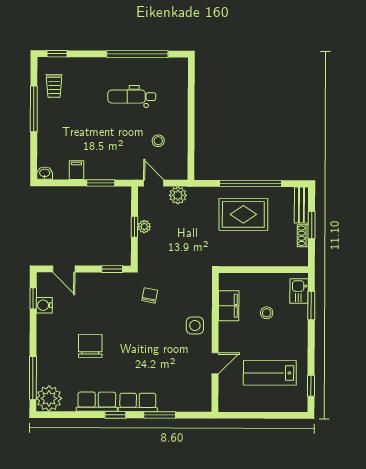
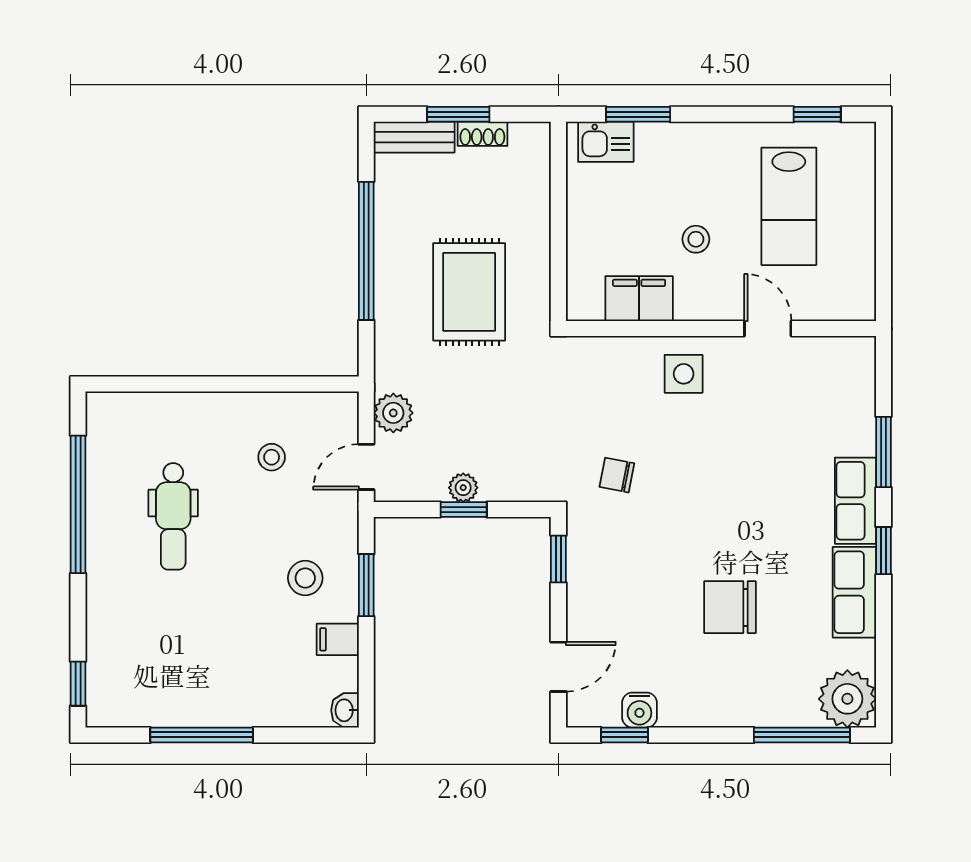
trolley: (54, 86) -> (150, 690), removed
stool: (104, 156) -> (305, 578), added
rug: (243, 214) -> (469, 292), moved
stool: (267, 313) -> (696, 239), moved

